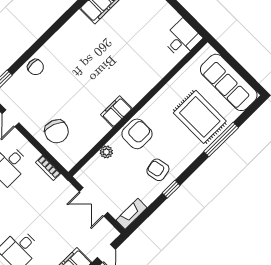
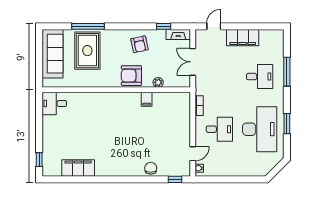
filing cabinet: (116, 112) -> (147, 99), moved, width x0.50
chair: (57, 131) -> (174, 121), removed
window: (171, 189) -> (164, 26), moved
double door: (94, 202) -> (193, 62), swing flipped

